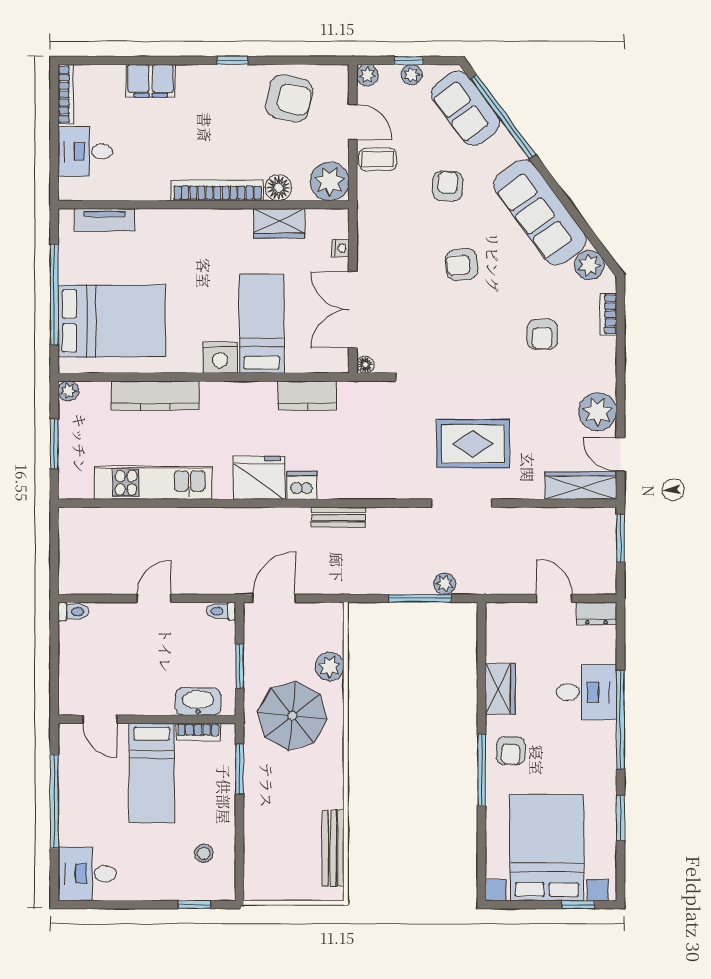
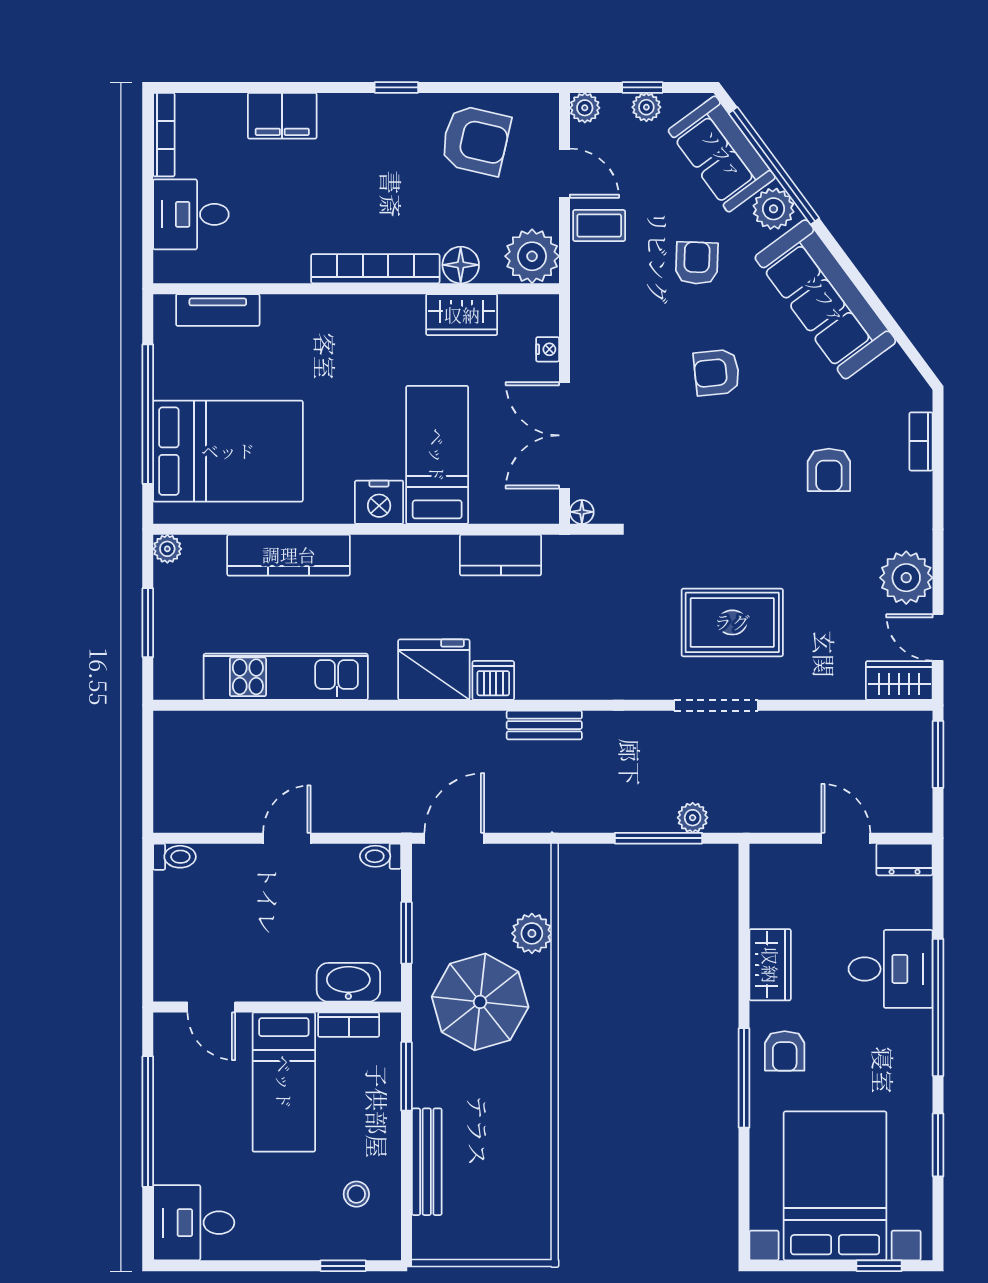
plant: (589, 265) -> (774, 209), moved
wardrobe: (581, 485) -> (899, 681), width x0.67
bench: (333, 848) -> (427, 1162), moved

